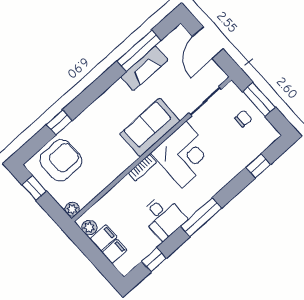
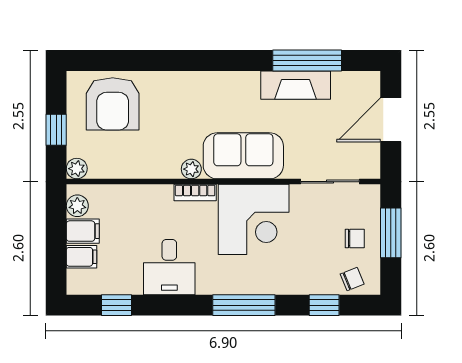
window: (59, 122) -> (149, 61), removed
chair: (260, 140) -> (352, 279), added
plant: (130, 158) -> (191, 169), added
armchair: (61, 160) -> (113, 104), turned 90
window: (34, 188) -> (56, 130), moved
window: (201, 217) -> (244, 305), moved

